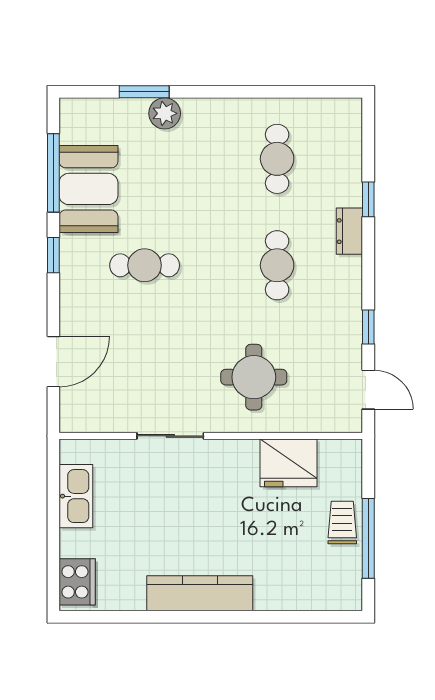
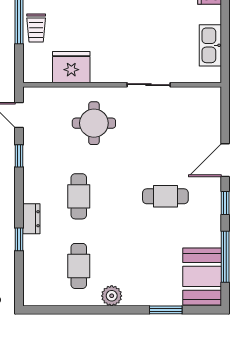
plant: (165, 113) -> (112, 296), moved
booth: (88, 189) -> (202, 276), moved
door: (53, 362) -> (225, 160), moved

